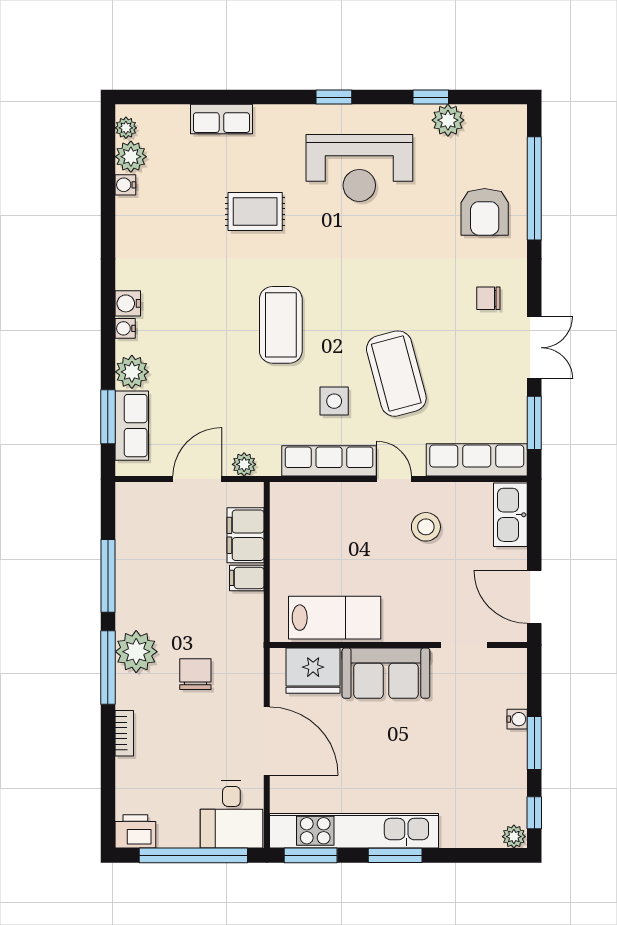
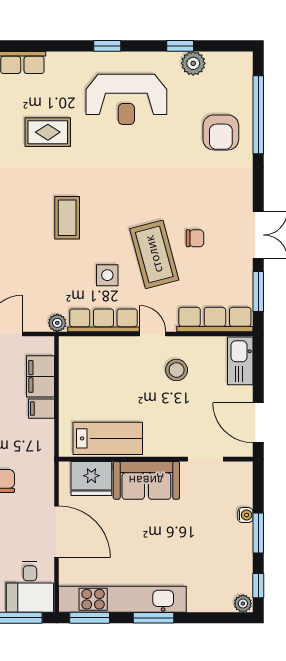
chair: (488, 298) -> (195, 238), moved, turned 180
coffee table: (281, 325) -> (67, 218), width x0.73, depth x0.76
plant: (244, 464) -> (57, 323), moved

